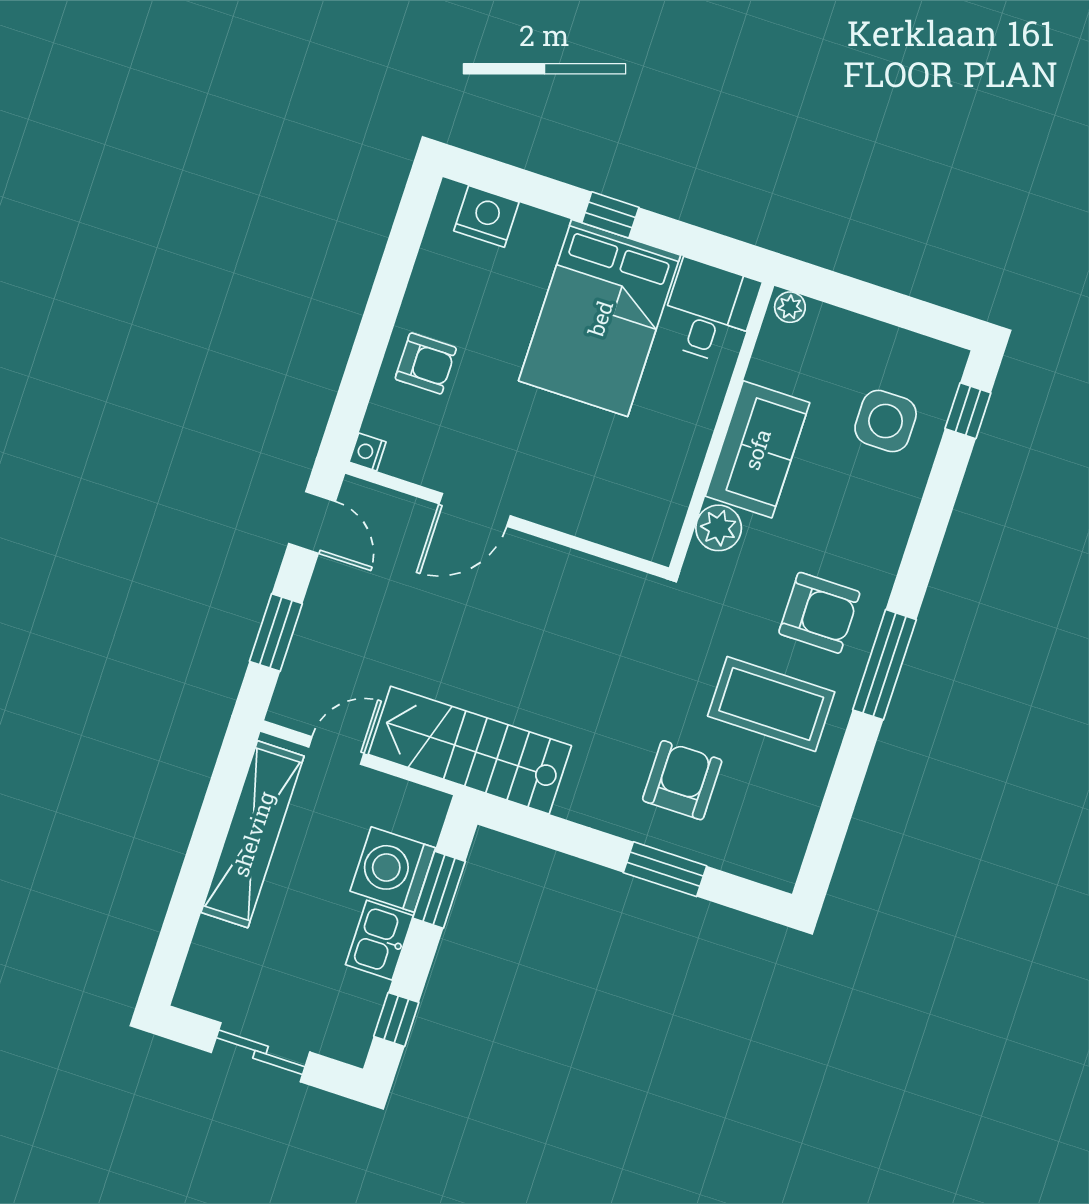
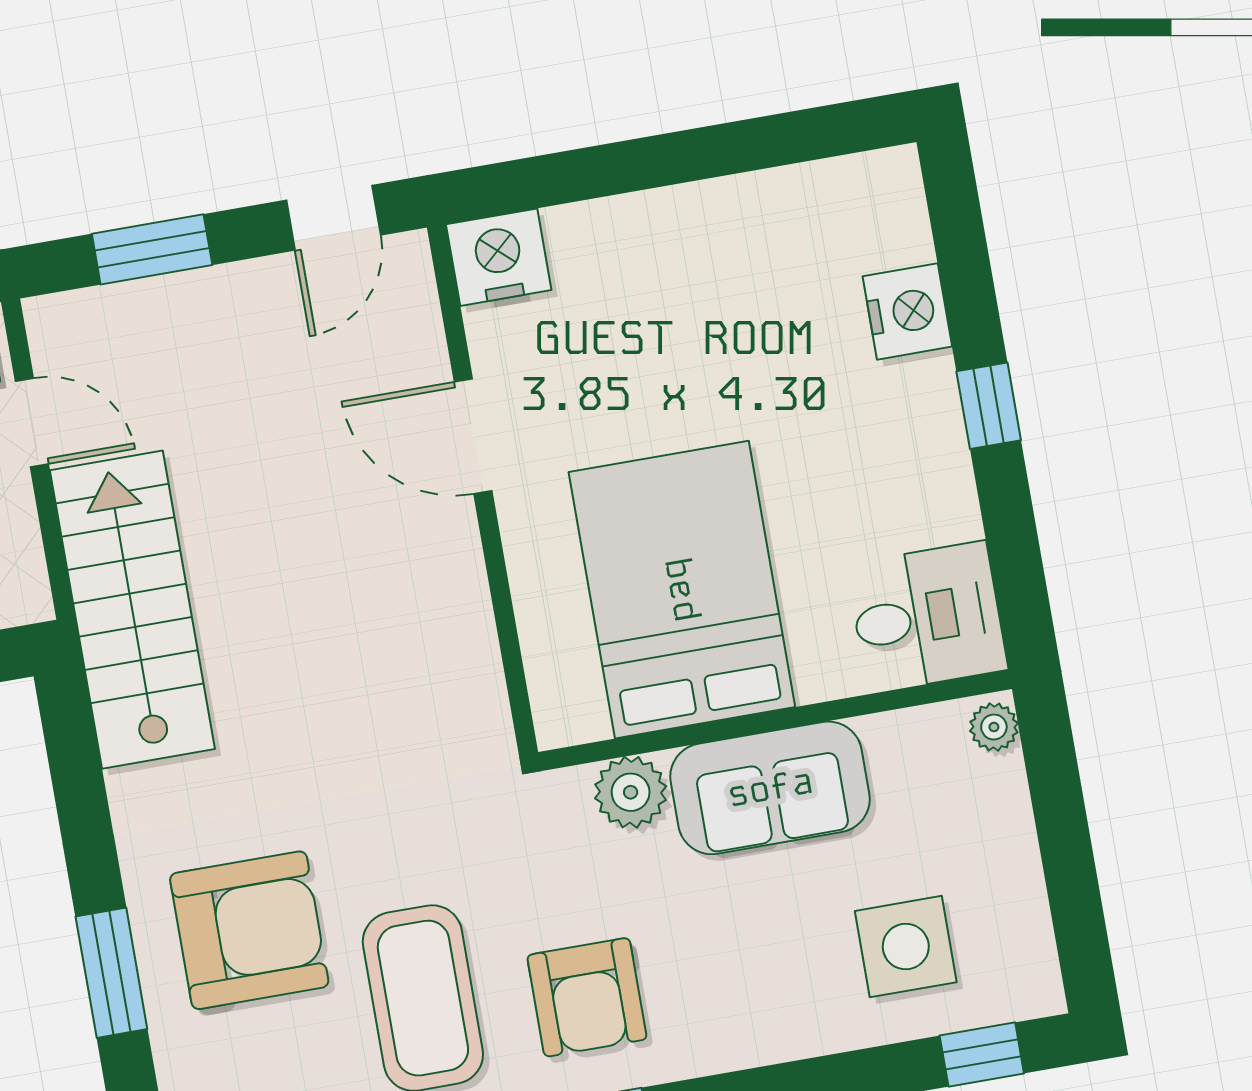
nightstand: (486, 216) -> (907, 311), moved
bed: (600, 318) -> (682, 590), moved, turned 90
armchair: (426, 363) -> (642, 258), removed
nightstand: (368, 452) -> (499, 257), width x1.89, depth x1.79
armchair: (682, 780) -> (249, 930), width x1.36, depth x1.36

